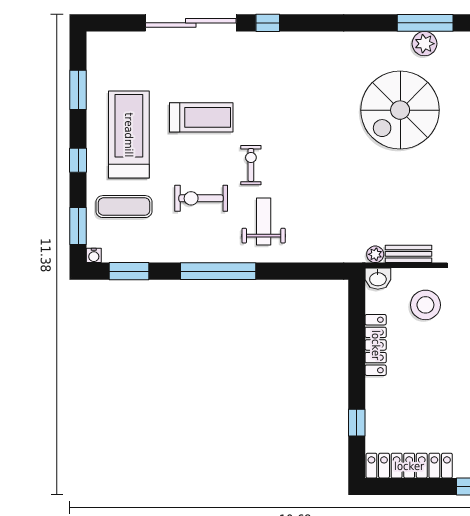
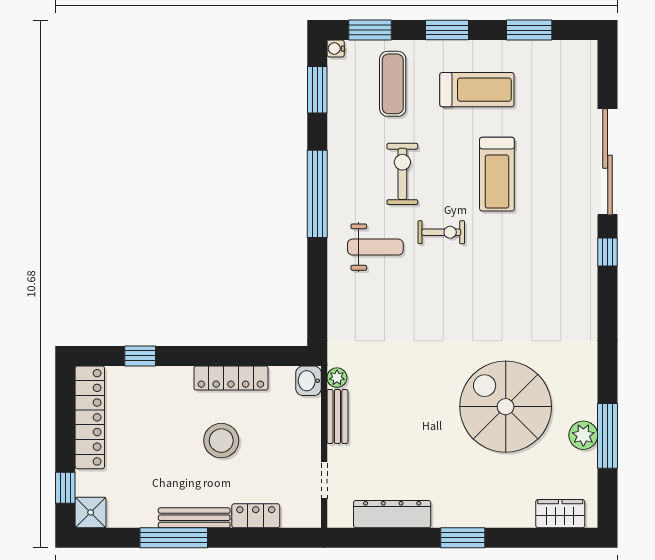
treadmill: (129, 135) -> (477, 90), width x0.73, depth x0.73
window: (78, 160) -> (447, 30), width x1.50
stool: (425, 305) -> (221, 441), moved

